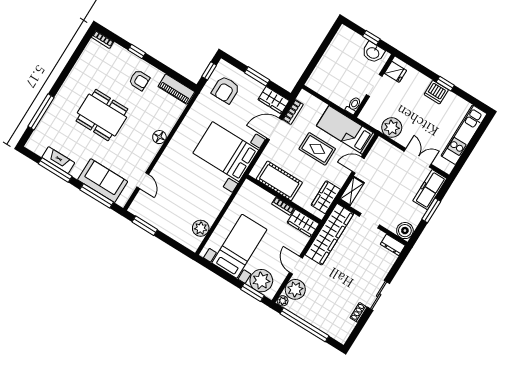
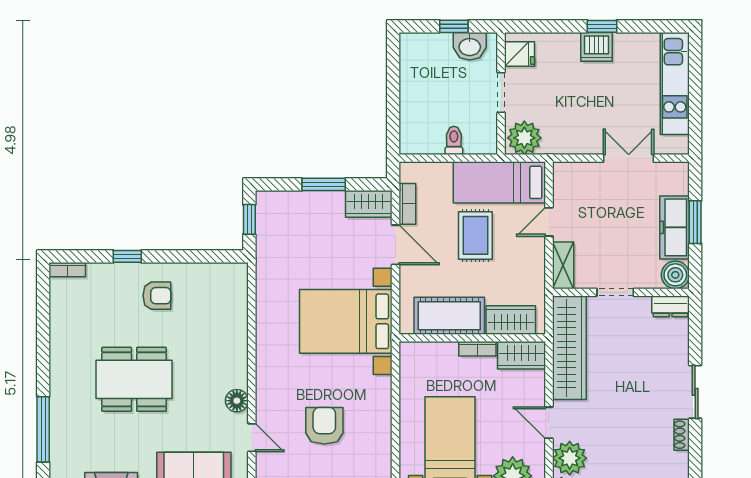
piano: (176, 89) -> (218, 275), removed
armchair: (226, 90) -> (324, 426), moved, turned 180
toilet: (353, 106) -> (454, 140), moved
plant: (392, 127) -> (524, 138), moved
door: (274, 129) -> (396, 245), swing flipped
floor lamp: (159, 137) -> (237, 401), moved
rug: (317, 149) -> (475, 235), turned 90
freezer: (430, 190) -> (675, 227), moved
wardrobe: (326, 197) -> (511, 320), moved, turned 90
plant: (201, 228) -> (378, 454), removed

